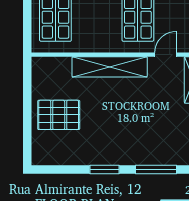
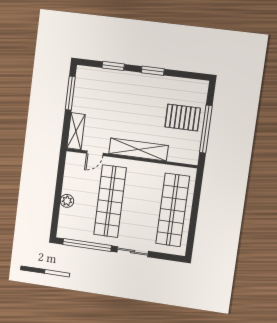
window: (27, 104) -> (206, 129), added
window: (156, 169) -> (113, 66), width x0.69

